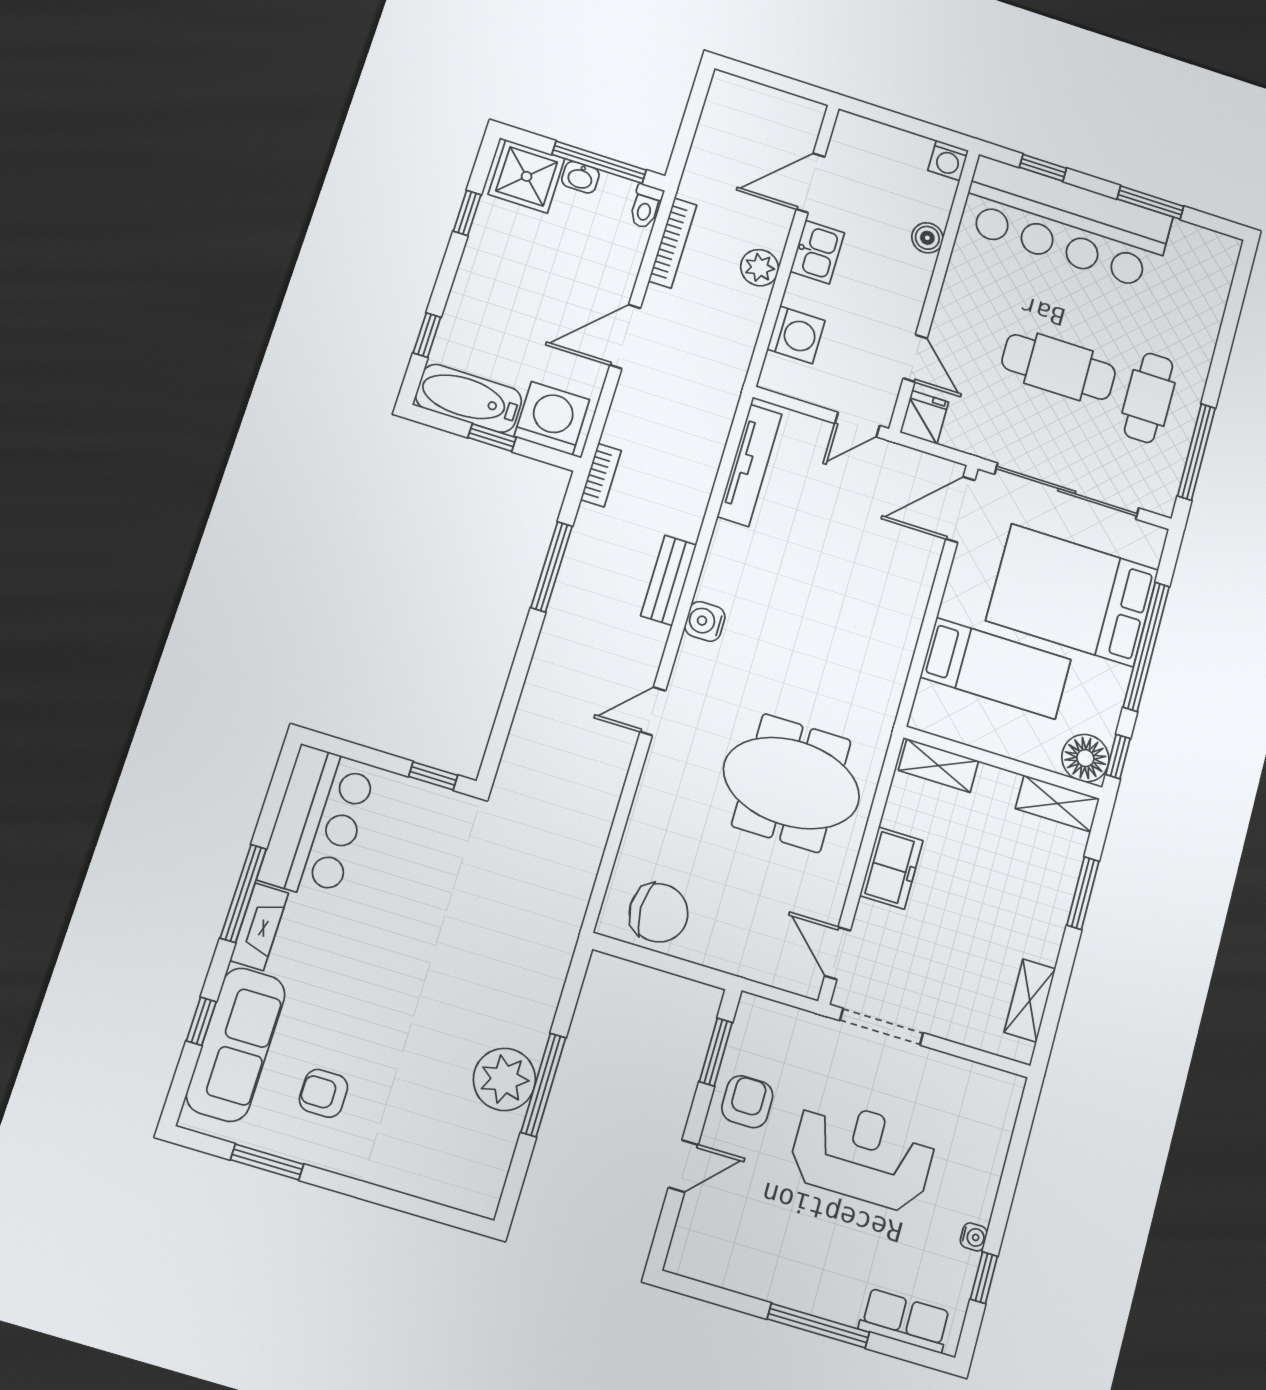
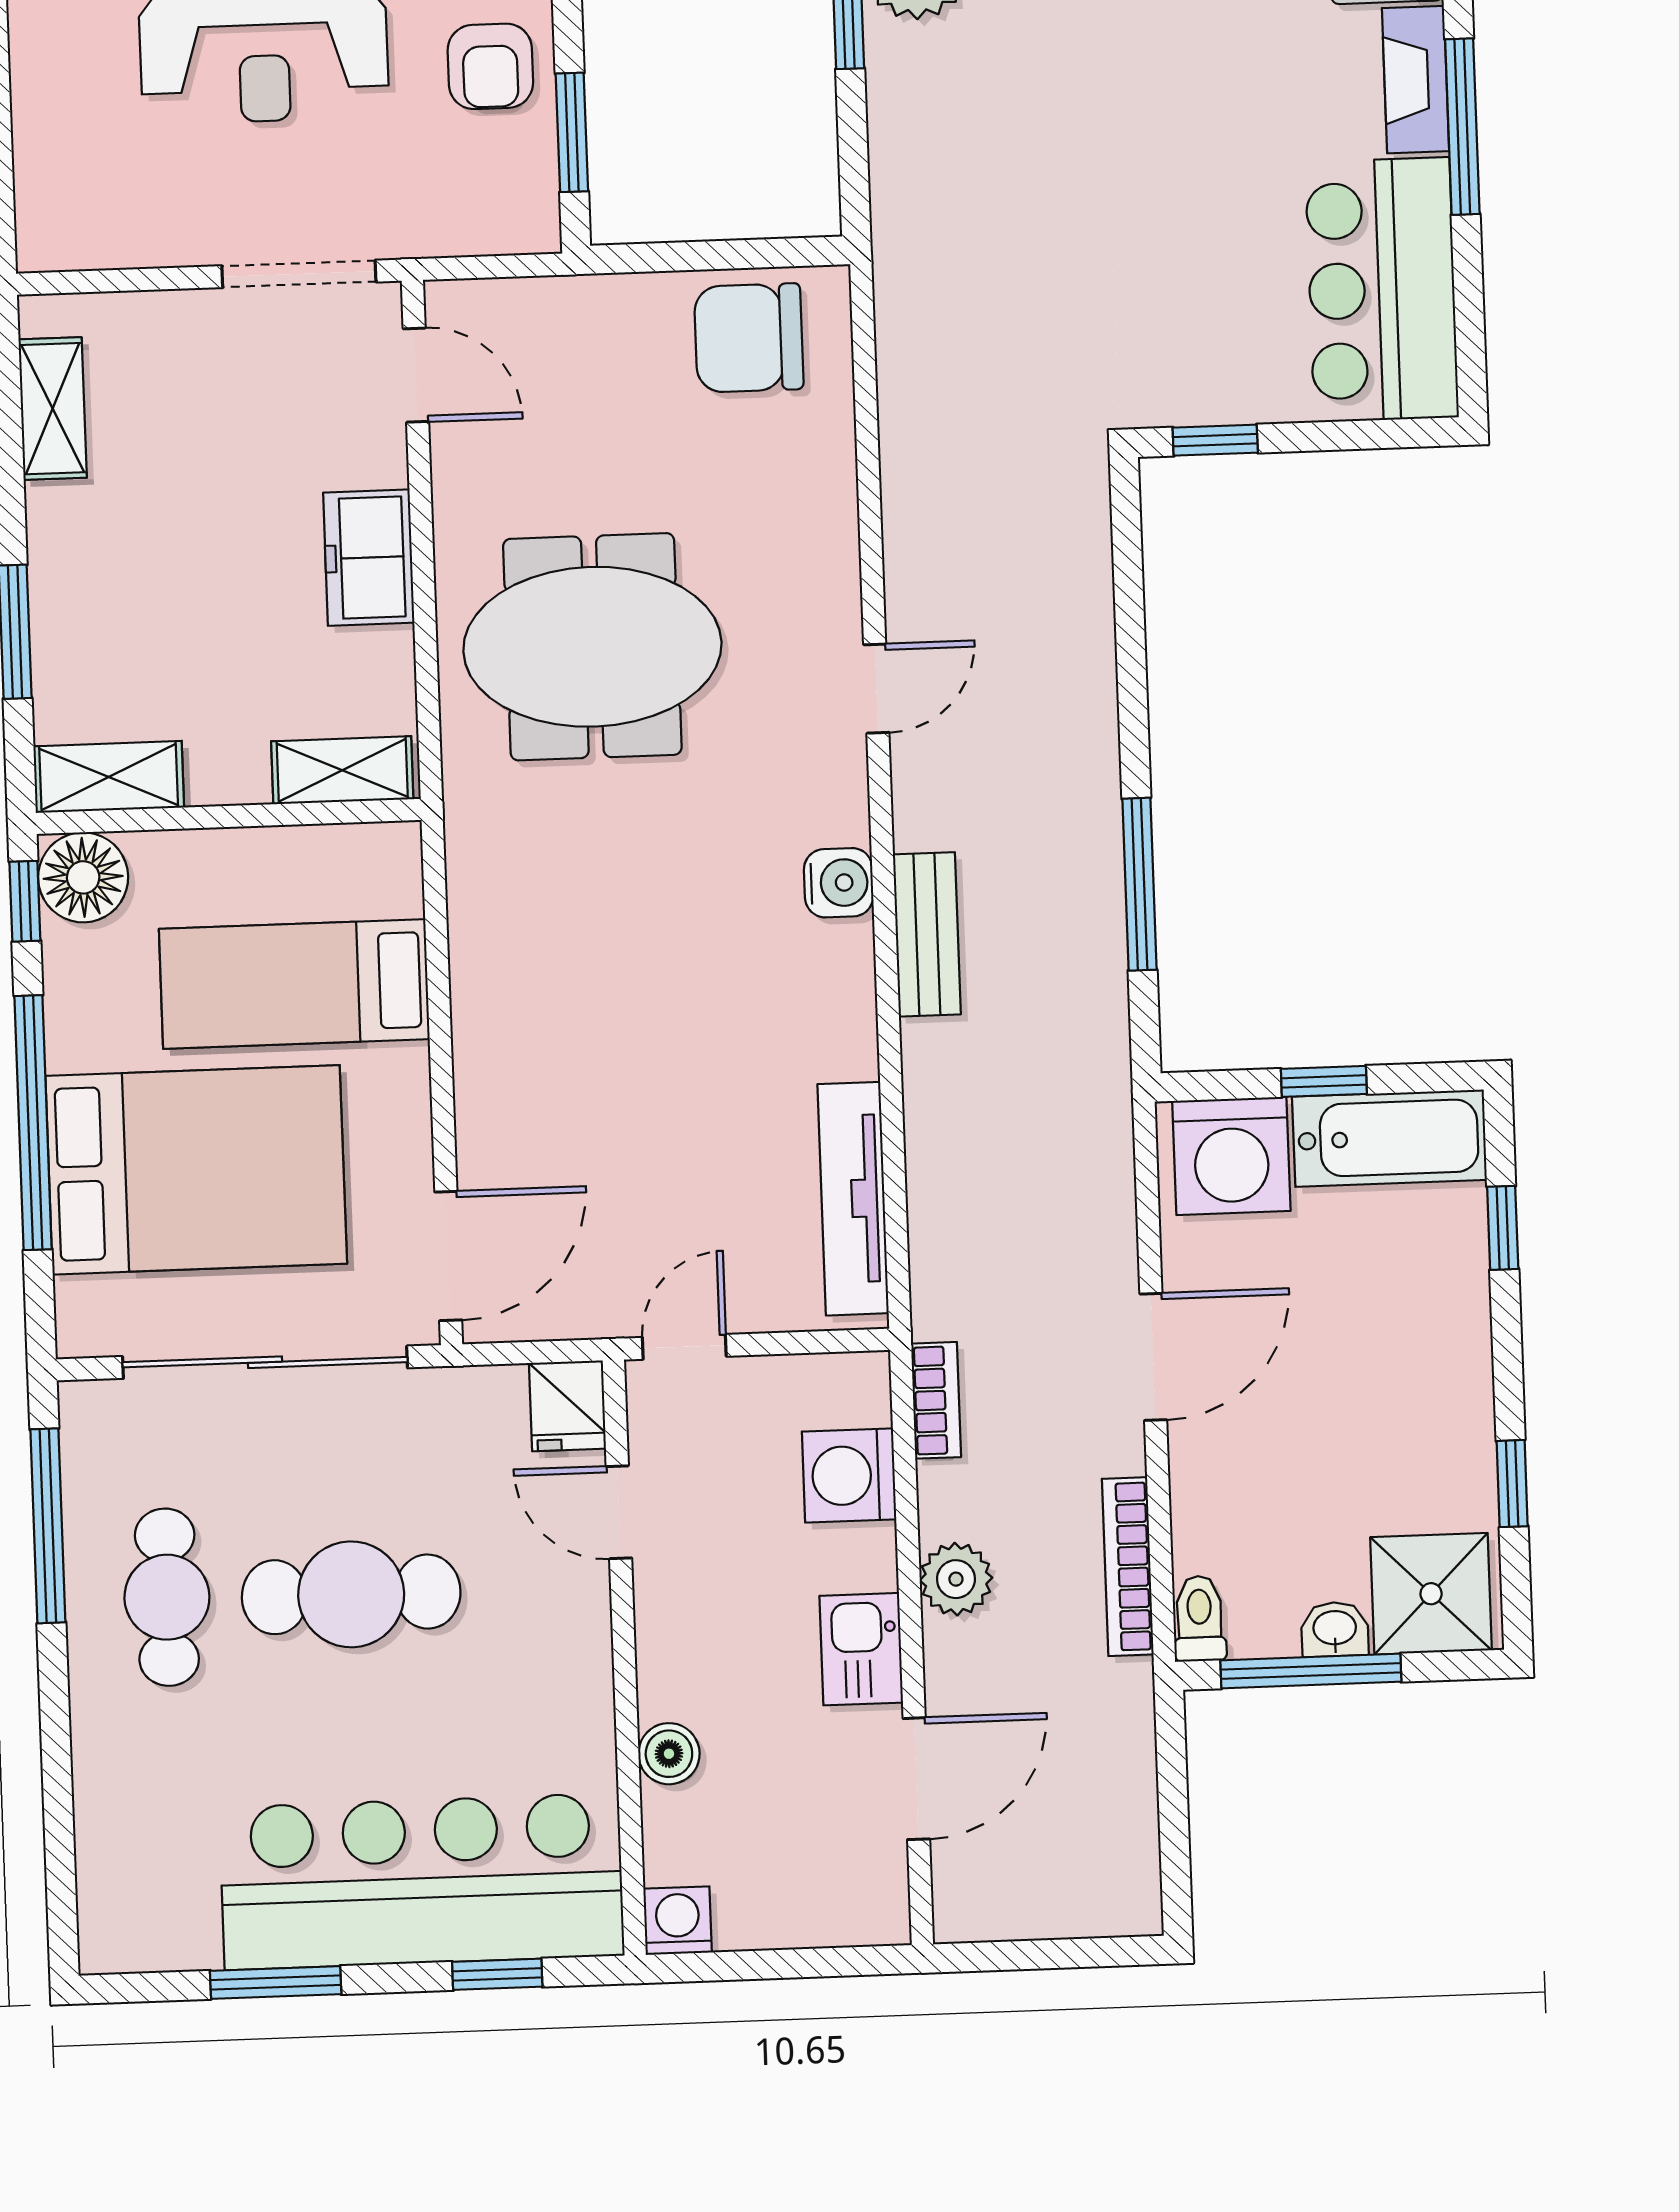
bookcase: (601, 475) -> (936, 1400), moved, turned 180

